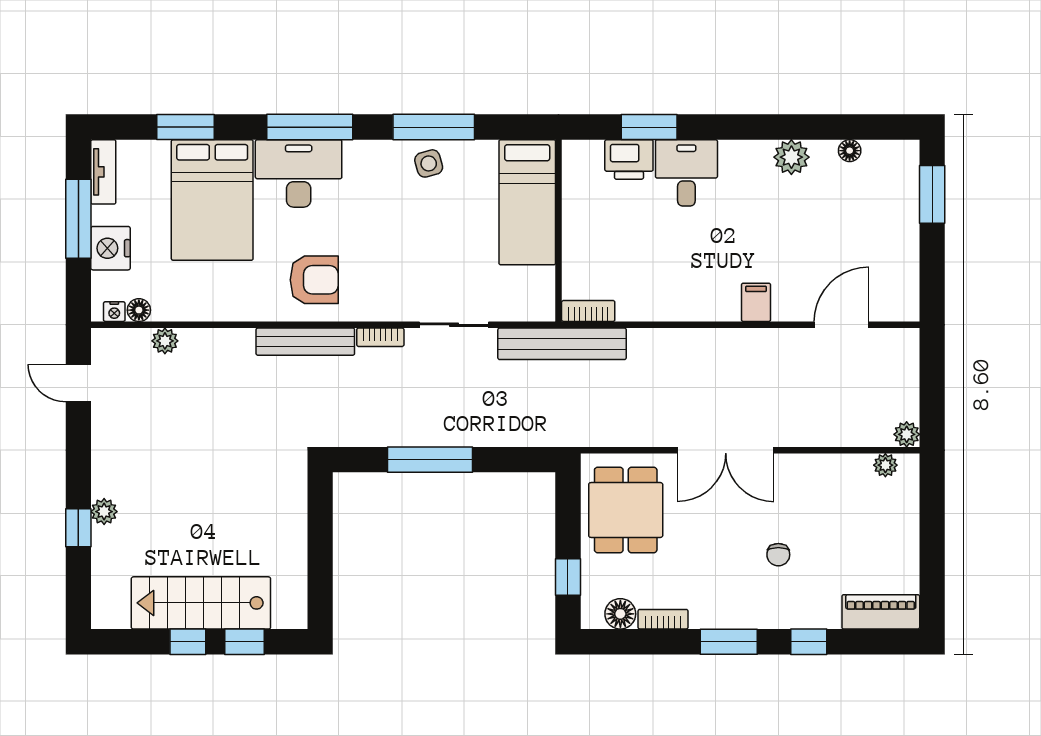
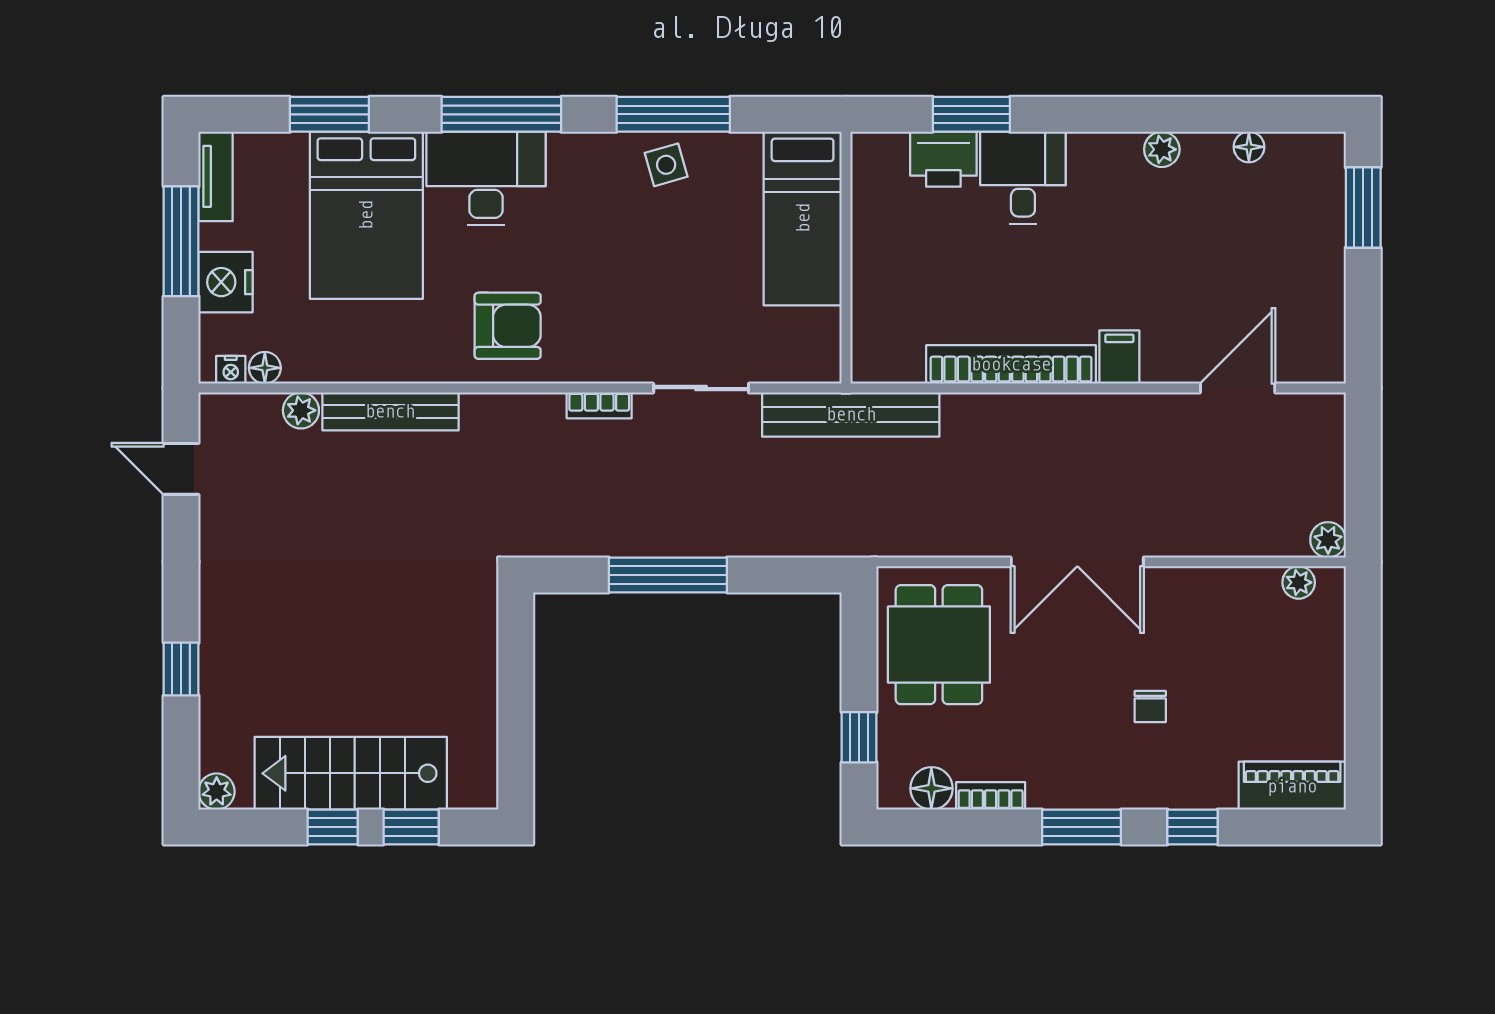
plant: (791, 157) -> (1162, 149), width x0.73, depth x0.73
bookcase: (588, 311) -> (1011, 364), moved, width x2.31, depth x1.31
bench: (305, 342) -> (390, 411), moved
plant: (104, 512) -> (217, 792), moved

